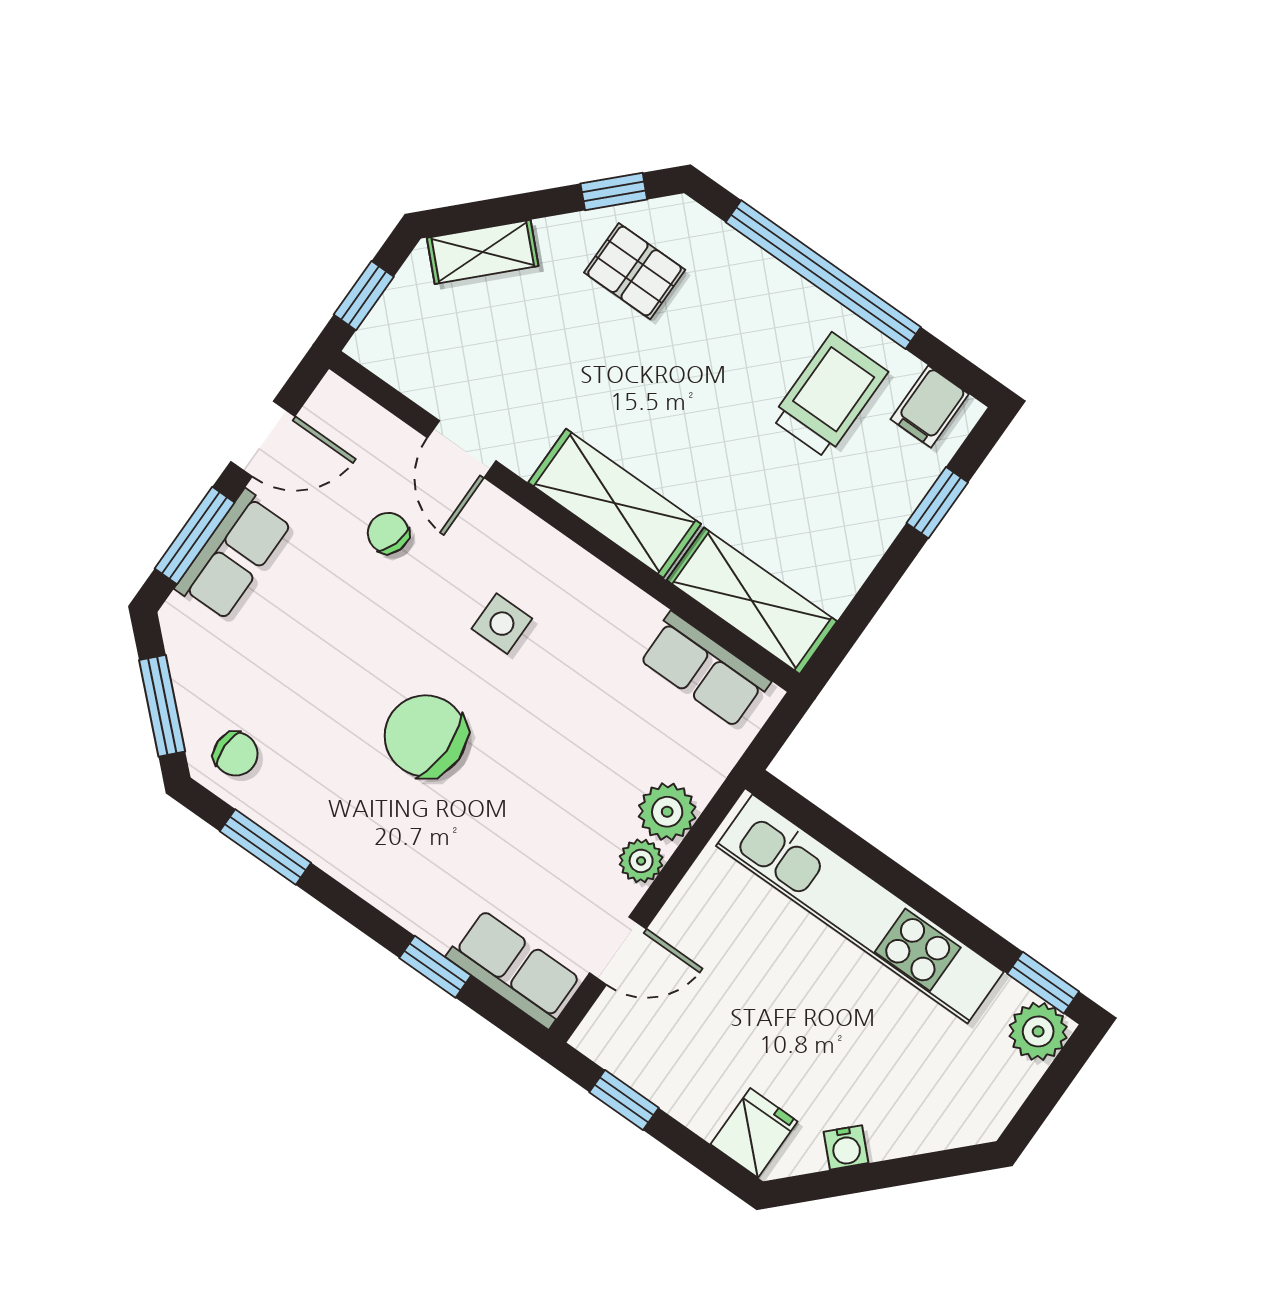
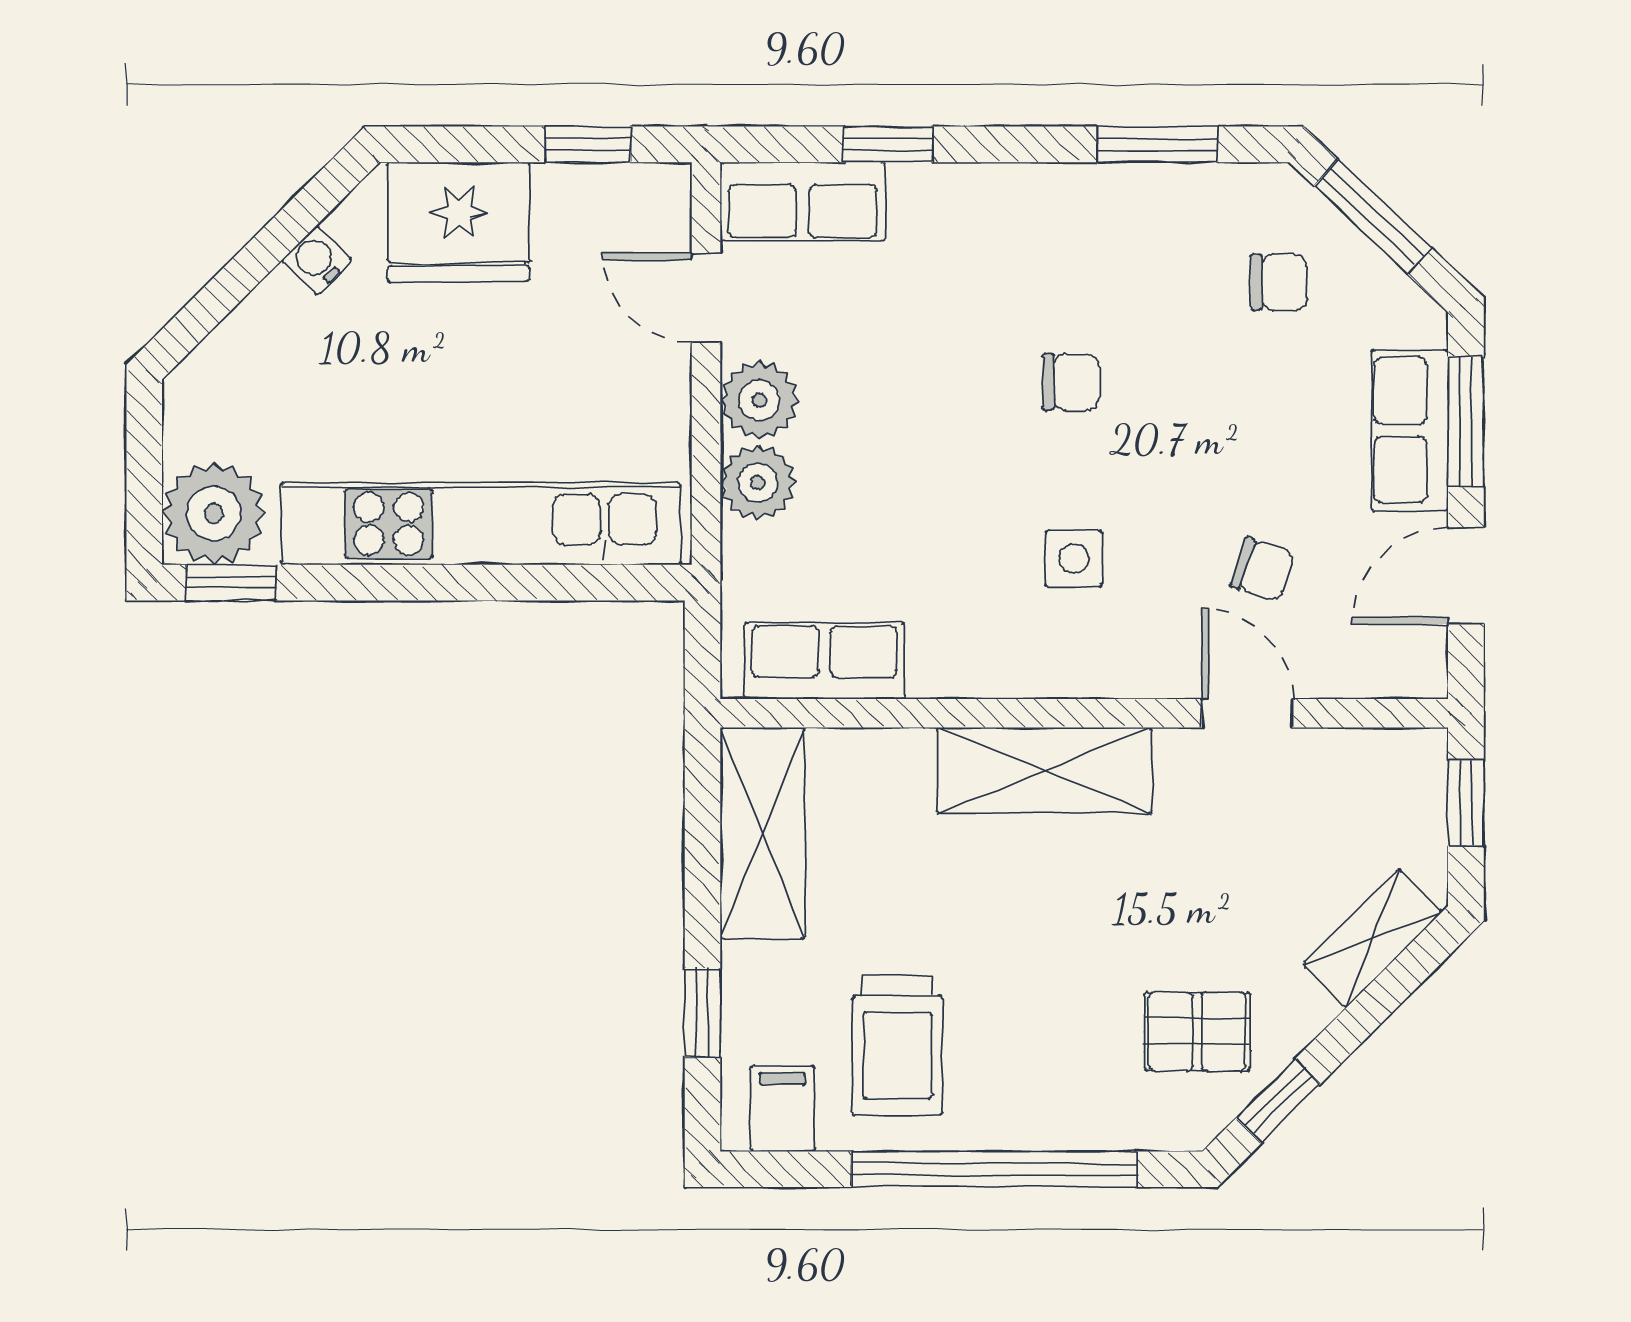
shelving: (752, 601) -> (762, 833), moved, turned 90
chair: (426, 736) -> (1071, 382), width x0.54, depth x0.54
chair: (236, 754) -> (1279, 282), moved, turned 180
plant: (641, 861) -> (759, 400), width x1.38, depth x1.38
door: (618, 951) -> (706, 298), hinge flipped
plant: (1038, 1031) -> (214, 513), width x1.36, depth x1.36
fridge: (754, 1133) -> (459, 222), width x1.88, depth x1.34

